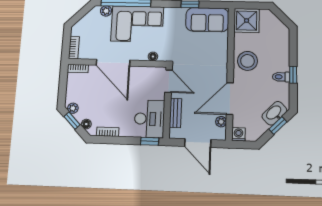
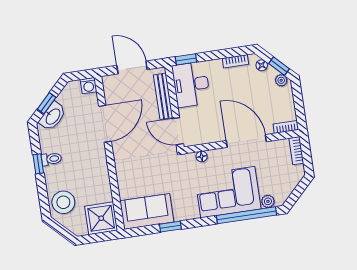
stool: (247, 61) -> (63, 202), moved
bench: (176, 113) -> (163, 96), width x1.36
plant: (221, 122) -> (110, 96), removed

